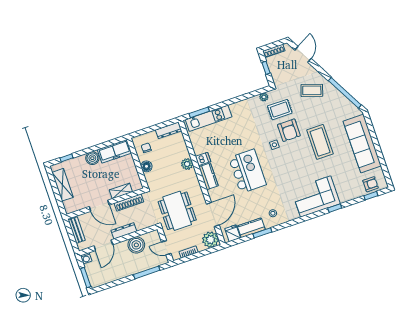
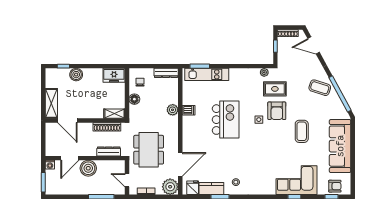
door: (303, 54) -> (314, 45), swing flipped
coffee table: (312, 90) -> (320, 88), moved
coffee table: (320, 142) -> (302, 131), width x0.73, depth x0.76
freezer: (114, 151) -> (114, 75), width x0.71
boiler: (92, 158) -> (76, 75), moved
kitchen island: (247, 171) -> (226, 120), moved
kitchen counter: (208, 176) -> (188, 128), removed
shelving: (63, 185) -> (51, 103), moved
shelving: (121, 191) -> (114, 114), moved
corner sofa: (316, 197) -> (296, 180), moved
door: (99, 206) -> (67, 120), moved
bench: (77, 230) -> (50, 136), removed
dresser: (124, 231) -> (109, 151), moved
boiler: (136, 245) -> (88, 168), moved

